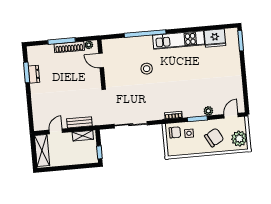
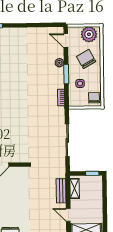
stool: (147, 69) -> (13, 120), removed
chair: (175, 132) -> (94, 98), moved

